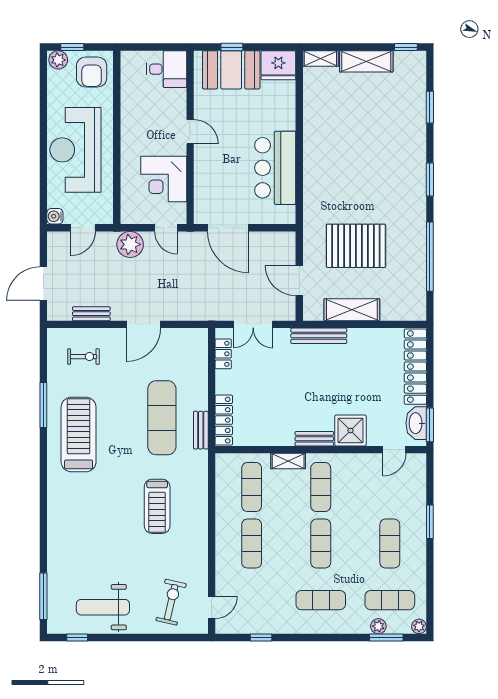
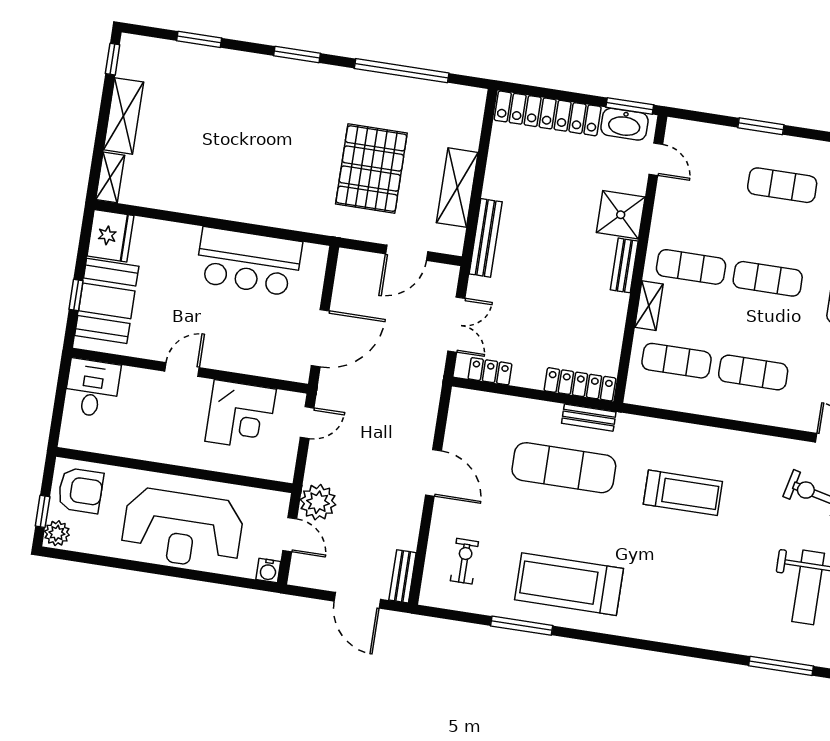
plant: (130, 244) -> (318, 502), moved
bench: (91, 314) -> (403, 576), moved

